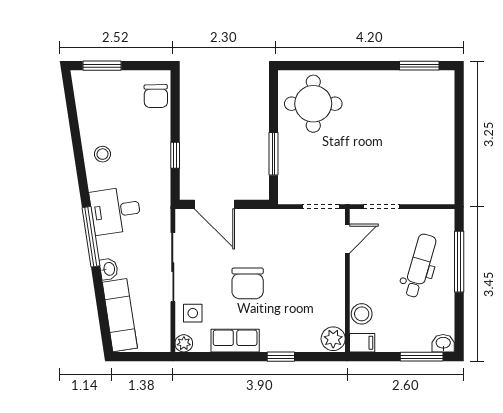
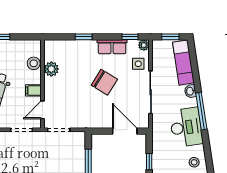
desk: (116, 211) -> (186, 127), width x1.37
chair: (248, 283) -> (104, 82), turned 122
plant: (333, 339) -> (51, 69), moved
filing cabinet: (362, 343) -> (33, 90), moved
window: (141, 357) -> (170, 37), added
window: (206, 357) -> (130, 37), added

